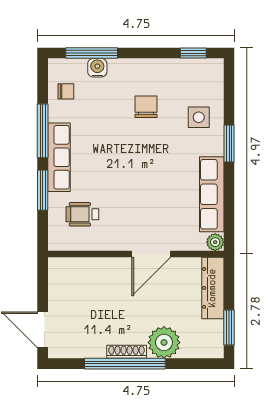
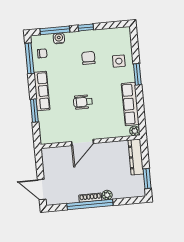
window: (193, 53) -> (86, 27), moved
window: (43, 131) -> (29, 58), moved
wheelchair: (82, 214) -> (83, 102), moved
door: (151, 254) -> (83, 142), moved
plant: (164, 342) -> (107, 195), width x0.53, depth x0.53

